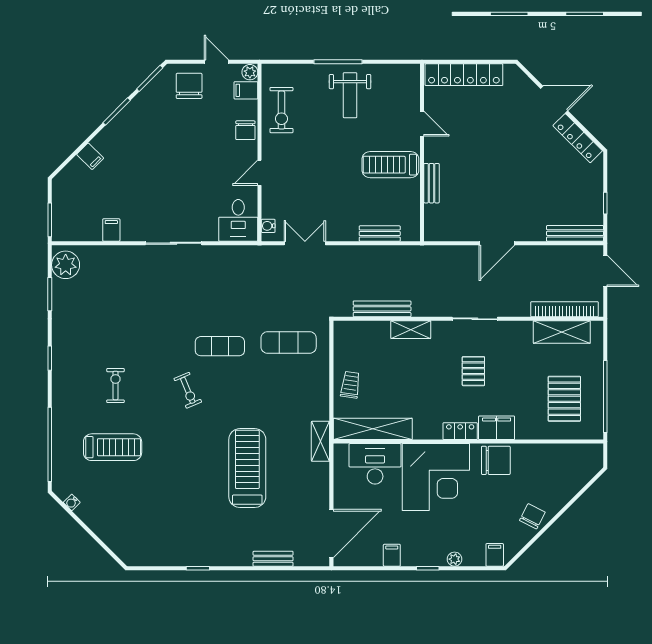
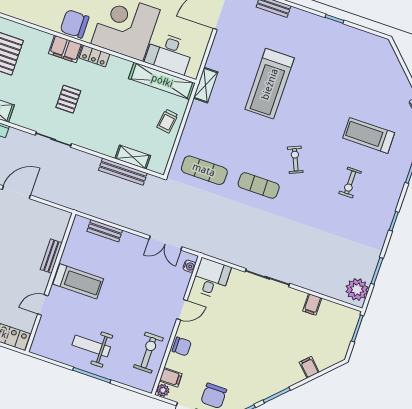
weight bench: (350, 95) -> (91, 346), turned -90
door: (422, 124) -> (43, 305), hinge flipped
chair: (245, 130) -> (182, 346), turned 90
shelving: (411, 330) -> (133, 157), moved

